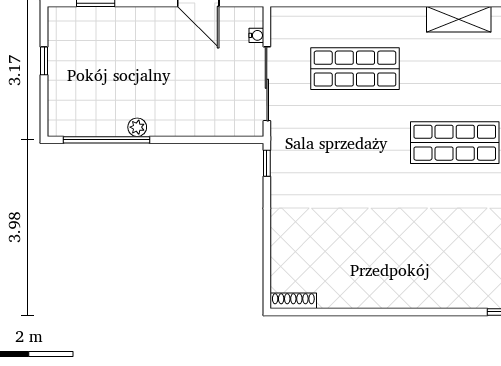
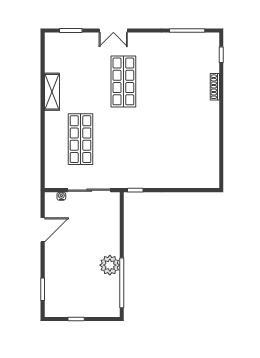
shelving: (459, 19) -> (52, 92), moved
plant: (137, 127) -> (110, 265), width x1.88, depth x1.88
shoe rack: (293, 301) -> (215, 87), moved

